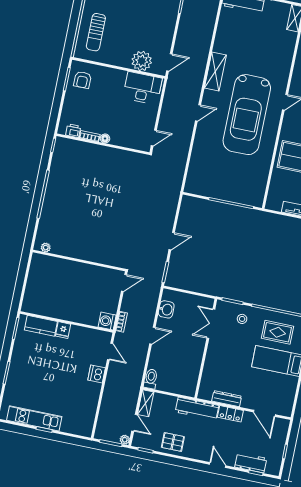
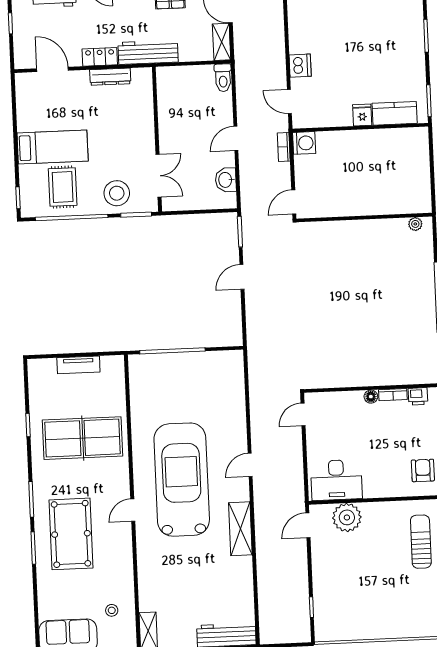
stool: (242, 319) -> (117, 193), width x1.89, depth x1.89
rug: (278, 332) -> (63, 187), turned 90

